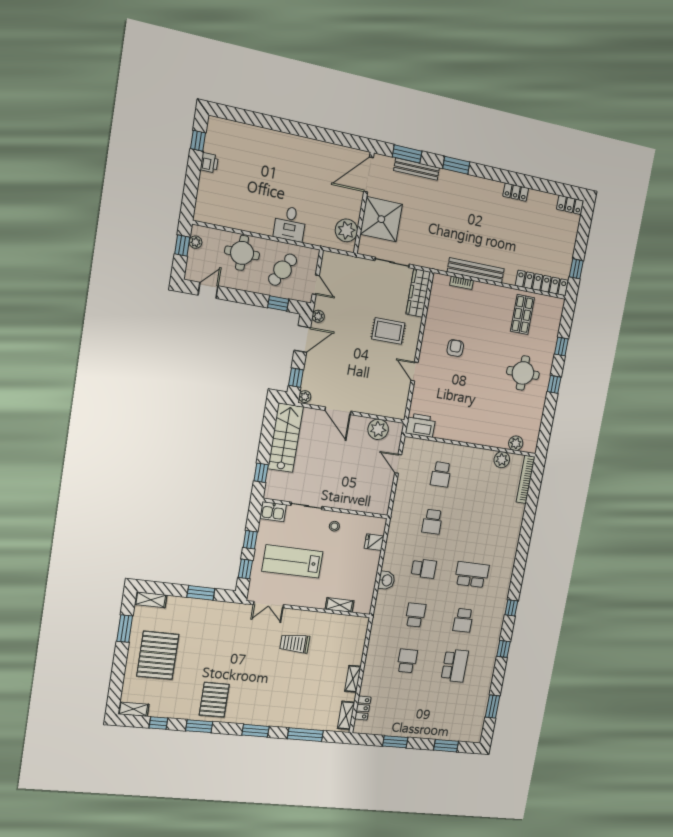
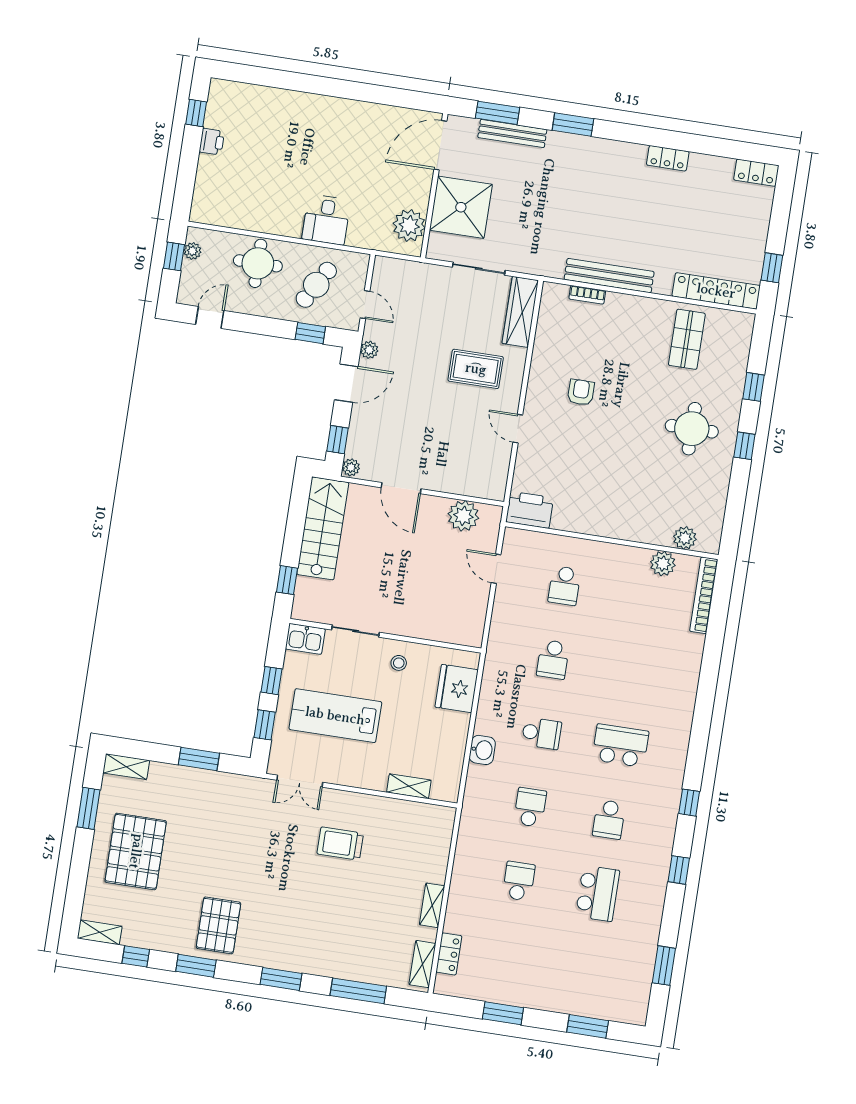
fridge: (374, 542) -> (457, 689), width x1.88, depth x1.34

